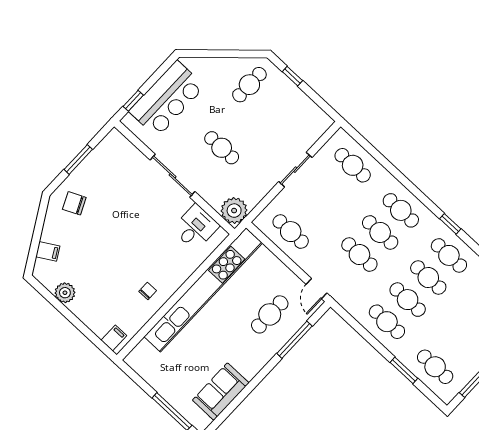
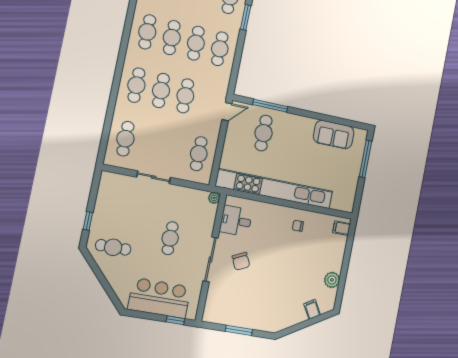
chair: (74, 203) -> (241, 261), moved
plant: (234, 211) -> (214, 198), width x0.53, depth x0.53
window: (450, 224) -> (124, 44), removed
cafe table: (270, 314) -> (264, 133), turned 90

